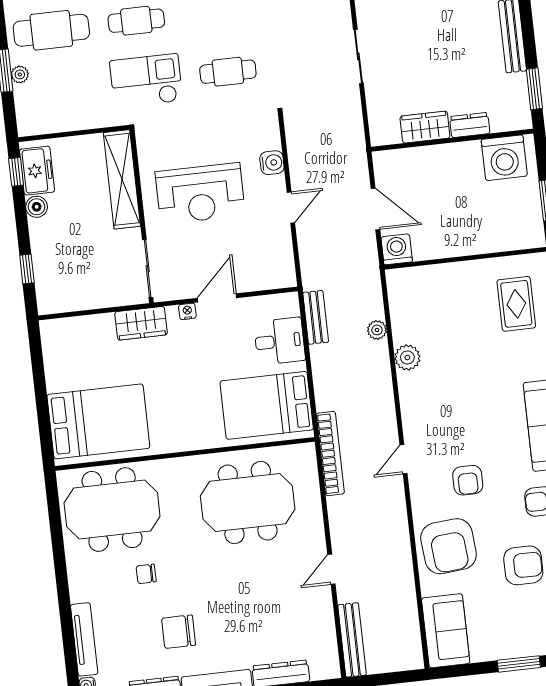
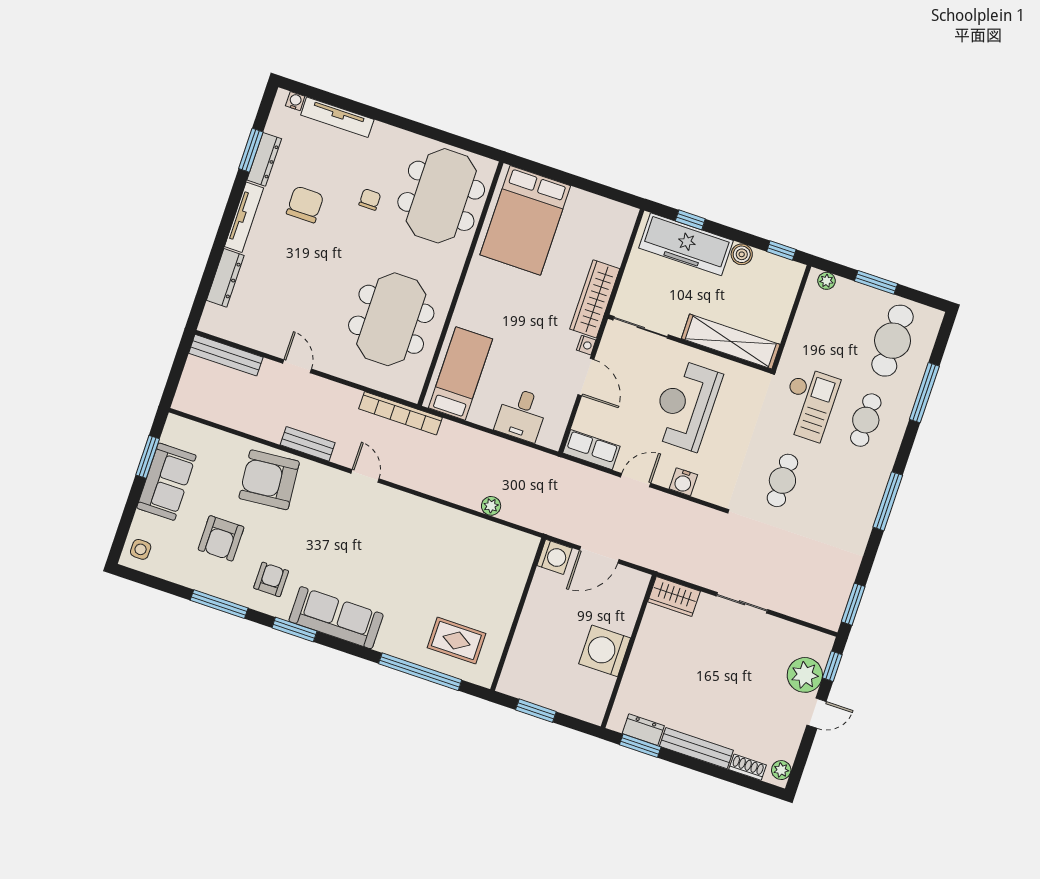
plant: (20, 74) -> (826, 281), moved
dresser: (470, 125) -> (643, 730), moved, turned -90
wardrobe: (425, 127) -> (674, 596), moved, turned 90
washing machine: (504, 158) -> (605, 651), moved
freezer: (37, 171) -> (686, 244), moved, width x1.91, depth x1.26
door: (291, 207) -> (636, 480), swing flipped
row of seats: (282, 262) -> (591, 450), added
bench: (316, 317) -> (308, 444), moved
wardrobe: (141, 323) -> (595, 299), width x1.50
plant: (407, 357) -> (454, 522), removed
bed: (267, 405) -> (460, 373), width x0.67
armchair: (468, 480) -> (320, 524), removed
sofa: (446, 631) -> (166, 482), moved, turned -90
window: (519, 664) -> (148, 457), moved

